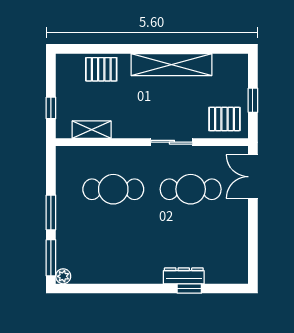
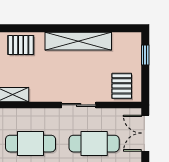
window: (253, 100) -> (145, 55), moved
pallet: (224, 119) -> (122, 86), turned 90

